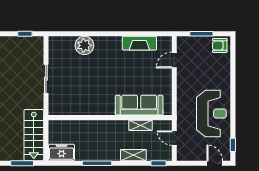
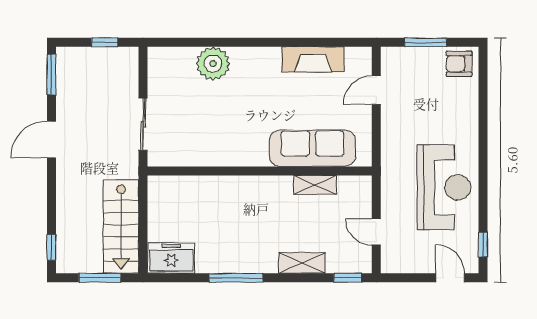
sofa: (139, 105) -> (312, 148), moved
wall: (110, 118) -> (260, 171), moved
shelving: (140, 125) -> (315, 185), moved

